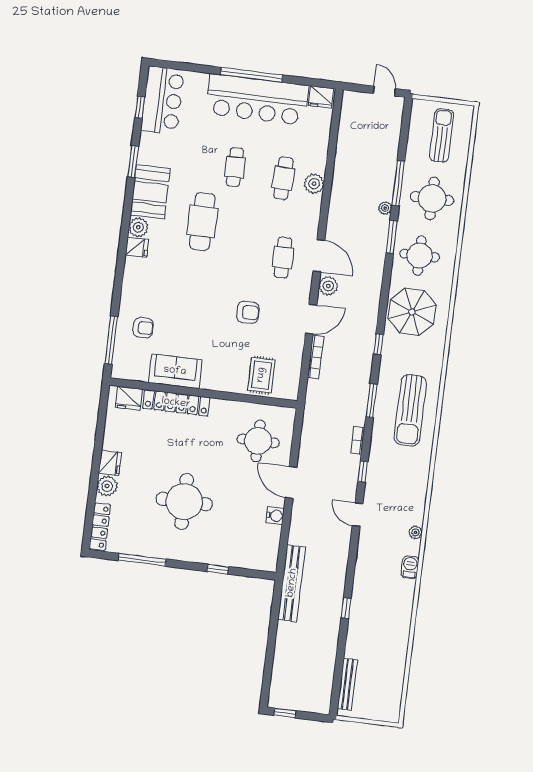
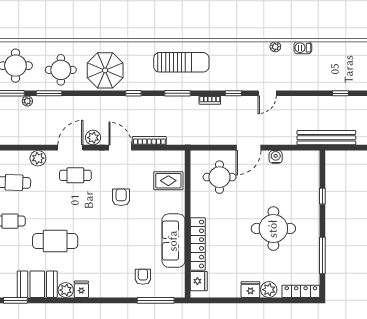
plant: (314, 184) -> (38, 158), moved
sofa: (175, 371) -> (173, 241), width x1.36

